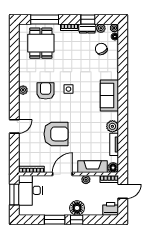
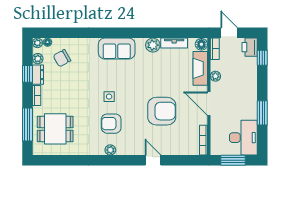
armchair: (56, 134) -> (162, 111), turned 90
desk: (30, 190) -> (243, 138), moved, turned -90
floor lamp: (77, 208) -> (249, 87), removed
window: (77, 220) -> (262, 58), moved

